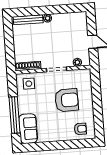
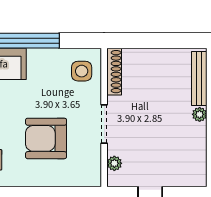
armchair: (67, 100) -> (46, 138), turned 91

